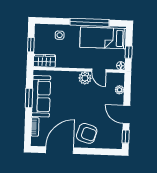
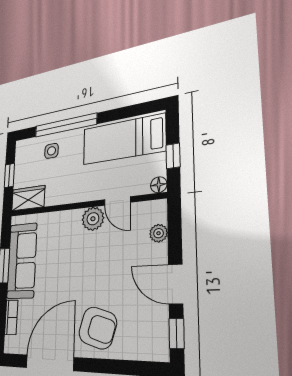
window: (90, 22) -> (65, 125), moved

